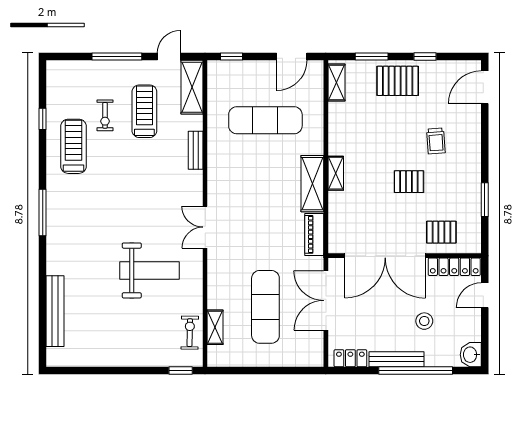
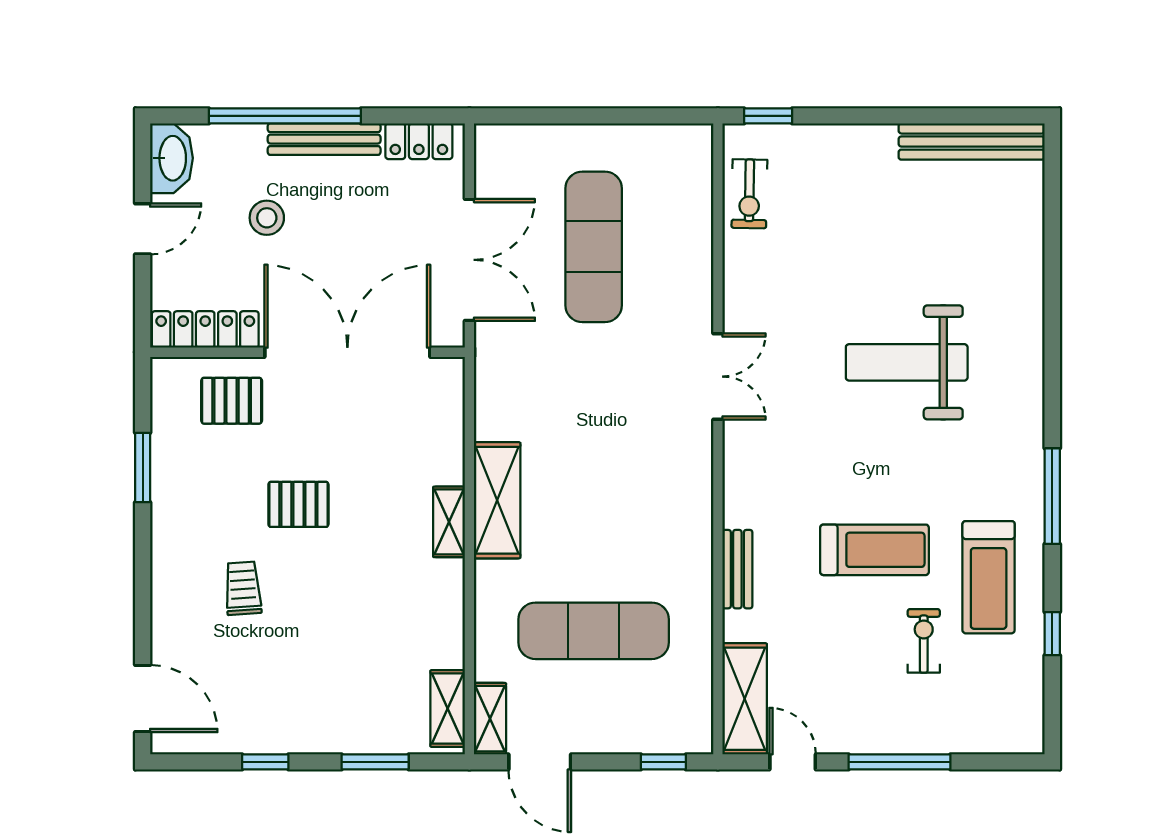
door: (169, 57) -> (793, 762), swing flipped
door: (292, 57) -> (540, 762), swing flipped
pallet: (398, 81) -> (322, 712), removed
door: (485, 87) -> (143, 699), hinge flipped
treadmill: (144, 111) -> (875, 550), moved, turned -90
window: (43, 212) -> (1052, 496), moved
double door: (205, 227) -> (718, 377), moved
piano: (314, 234) -> (493, 396), removed
weight bench: (150, 270) -> (907, 362), moved
door: (485, 295) -> (143, 229), moved
bench: (55, 311) -> (972, 142), moved, turned 90
shelving: (215, 327) -> (490, 719), moved
washbasin: (471, 355) -> (171, 158), width x1.38

